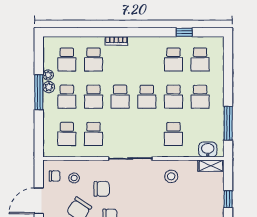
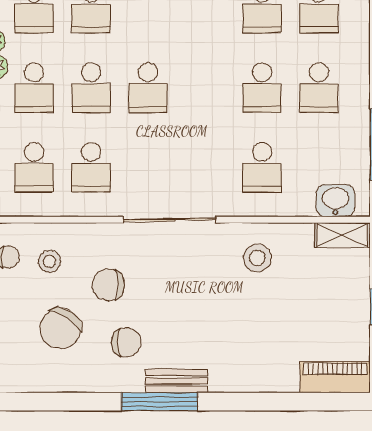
school desk: (147, 97) -> (205, 88), removed
chair: (102, 189) -> (108, 285), turned 180

